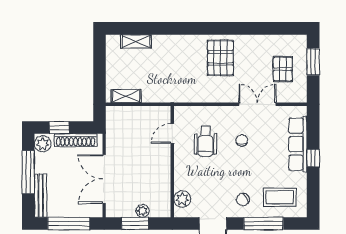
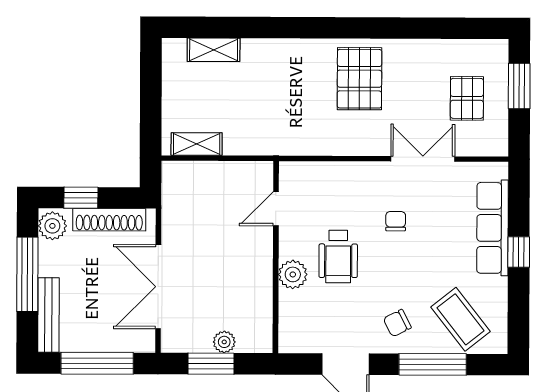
wheelchair: (205, 141) -> (338, 256), moved
coffee table: (280, 197) -> (460, 319), turned 52
plant: (182, 199) -> (293, 274), moved

